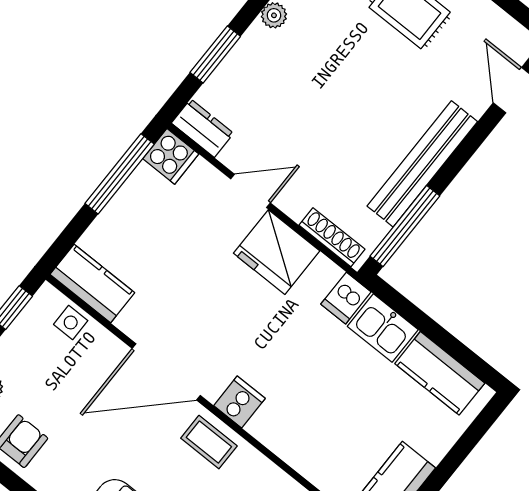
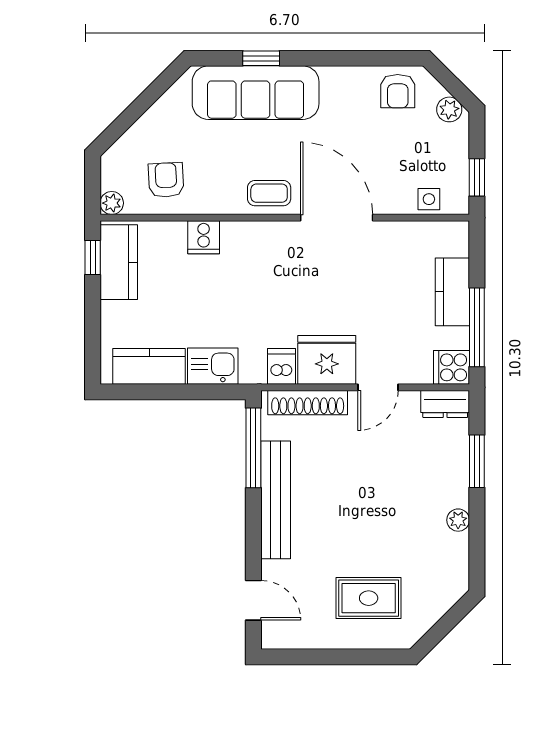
shoe rack: (332, 237) -> (308, 403), width x1.36, depth x1.24
kitchen counter: (92, 284) -> (452, 292), moved, turned 90
dishwasher: (346, 298) -> (282, 366), moved
door: (166, 372) -> (337, 218), hinge flipped
cooker: (239, 402) -> (204, 237), moved

